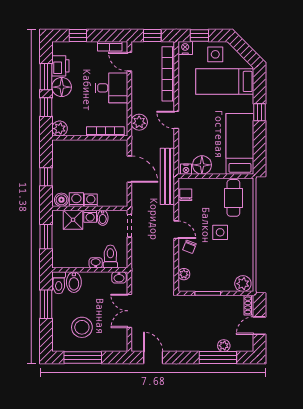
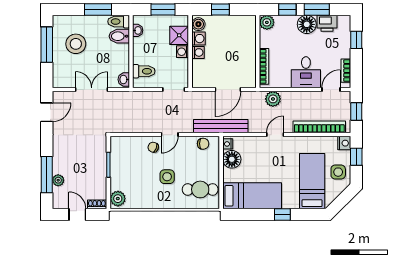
bidet: (103, 218) -> (181, 64), removed
washbasin: (96, 263) -> (138, 30), moved
plant: (184, 274) -> (127, 142), removed

